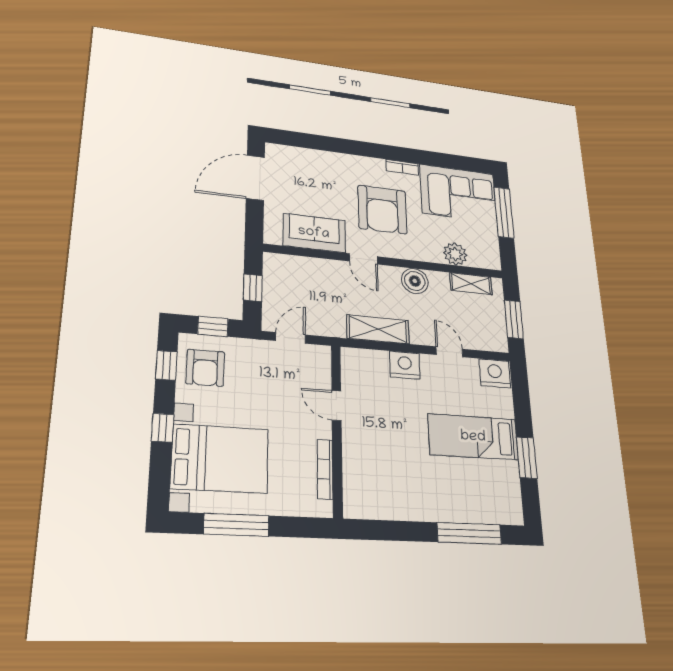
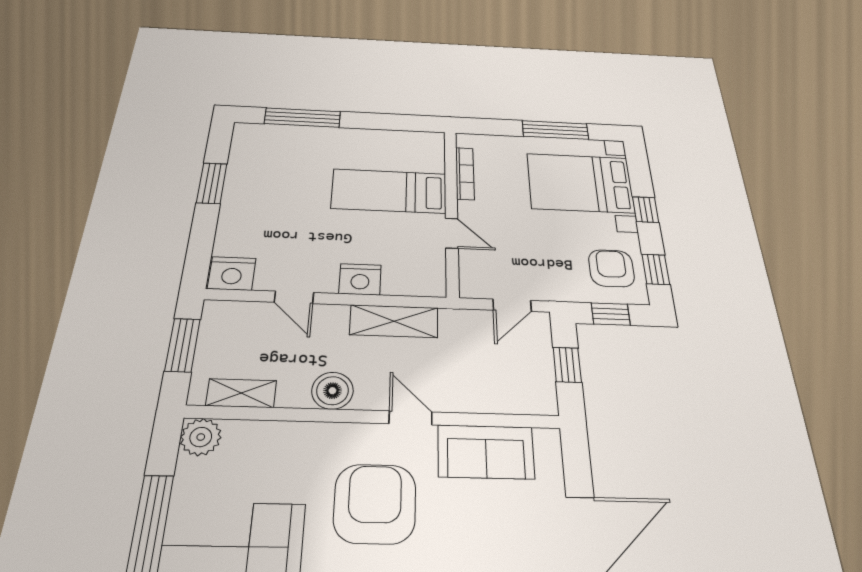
plant: (455, 254) -> (201, 437), moved
bed: (473, 437) -> (389, 191), moved, turned 180

